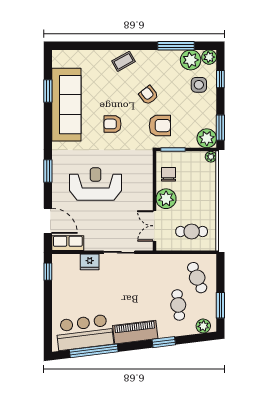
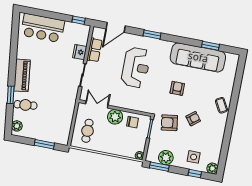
window: (176, 46) -> (225, 146), removed
plant: (191, 60) -> (213, 154), removed
armchair: (160, 126) -> (169, 123), turned 82
plant: (207, 138) -> (166, 158), moved
row of seats: (68, 243) -> (94, 50), moved
cafe table: (197, 278) -> (53, 128), removed
cafe table: (178, 305) -> (25, 105), moved
window: (220, 305) -> (44, 144), moved
bar counter: (85, 332) -> (43, 28), moved, turned 97
window: (94, 351) -> (14, 42), removed

